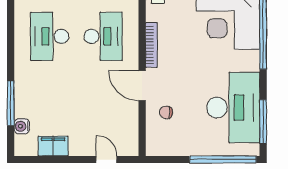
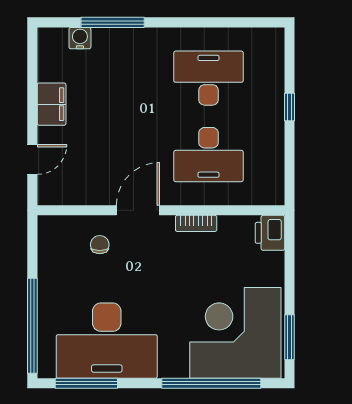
bookcase: (151, 45) -> (196, 223), width x0.64
filing cabinet: (53, 146) -> (52, 104), moved

